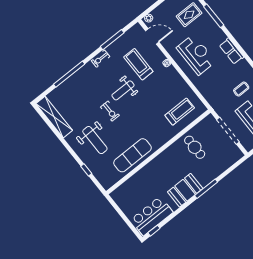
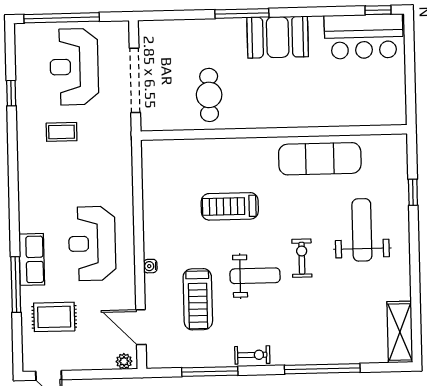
row of seats: (232, 51) -> (32, 259), moved
treadmill: (180, 112) -> (230, 206), moved
shelving: (54, 117) -> (400, 332), width x0.68

